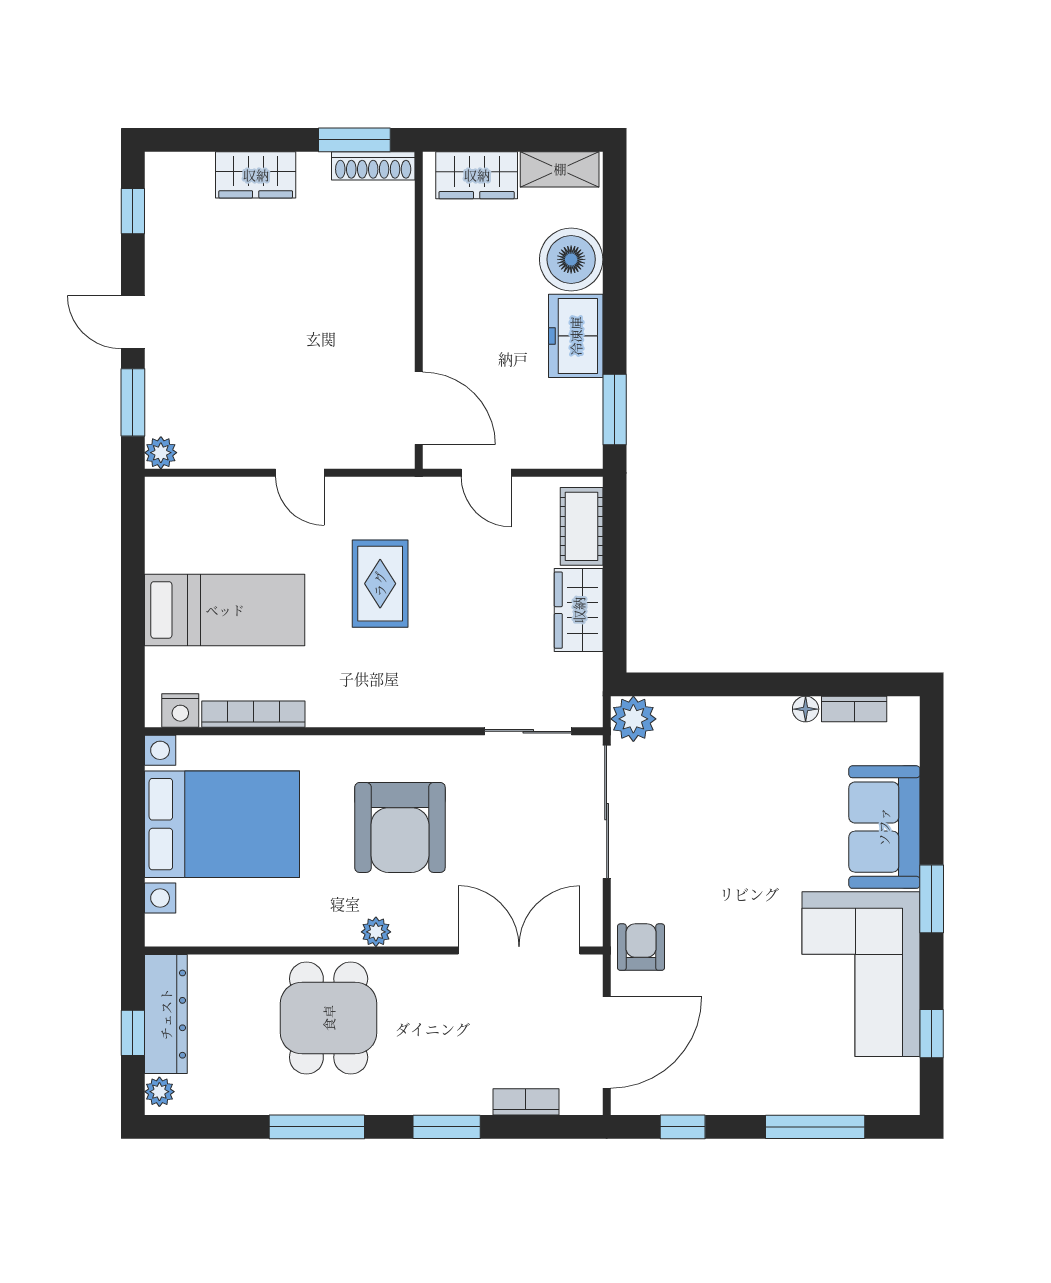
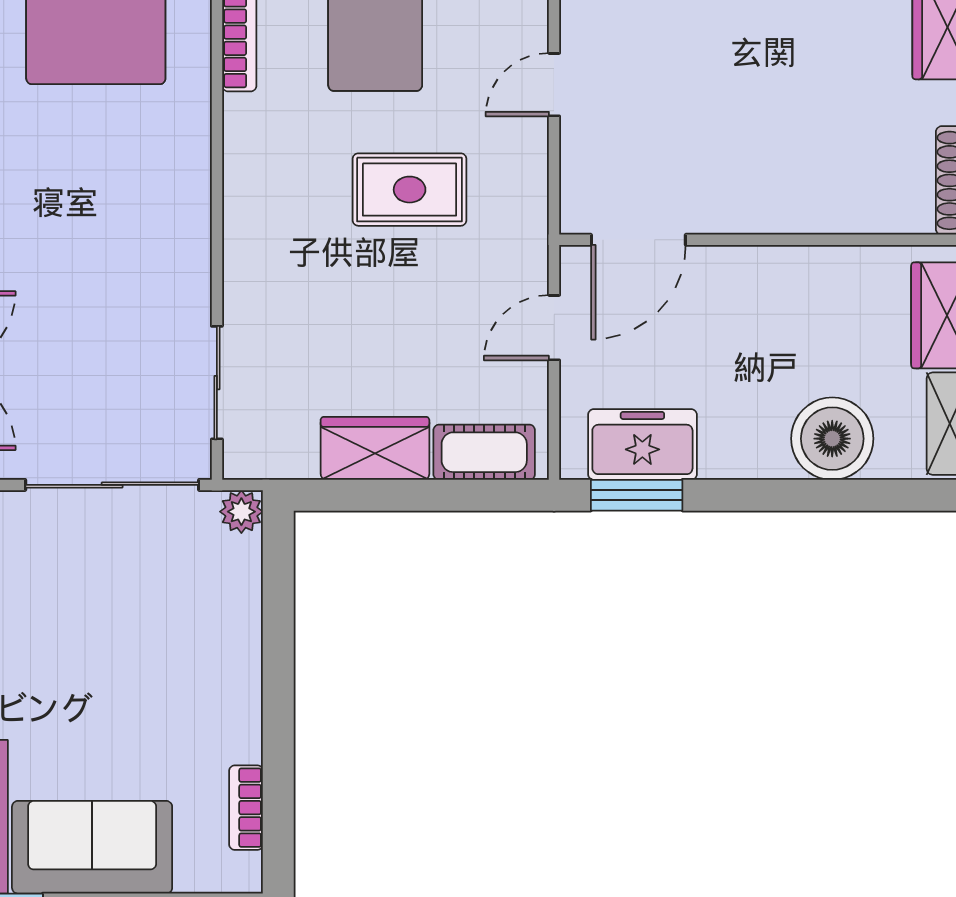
freezer: (576, 336) -> (642, 444), moved
floor lamp: (806, 709) -> (246, 744), removed
plant: (633, 719) -> (241, 512), width x0.73, depth x0.73
armchair: (400, 827) -> (92, 215), removed

